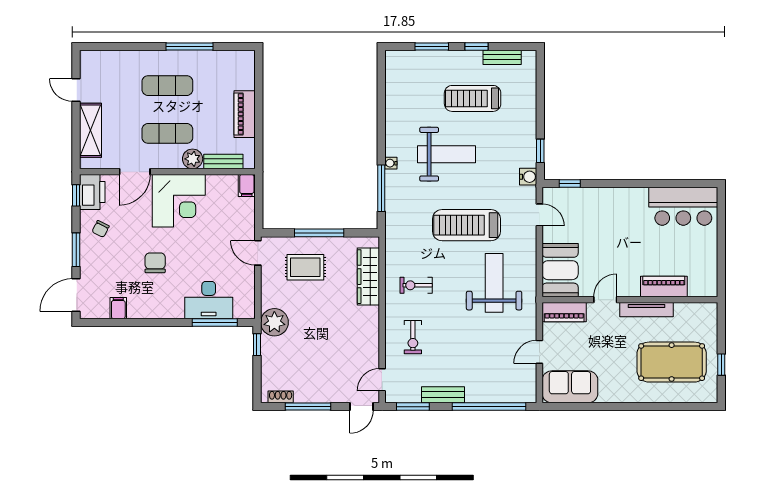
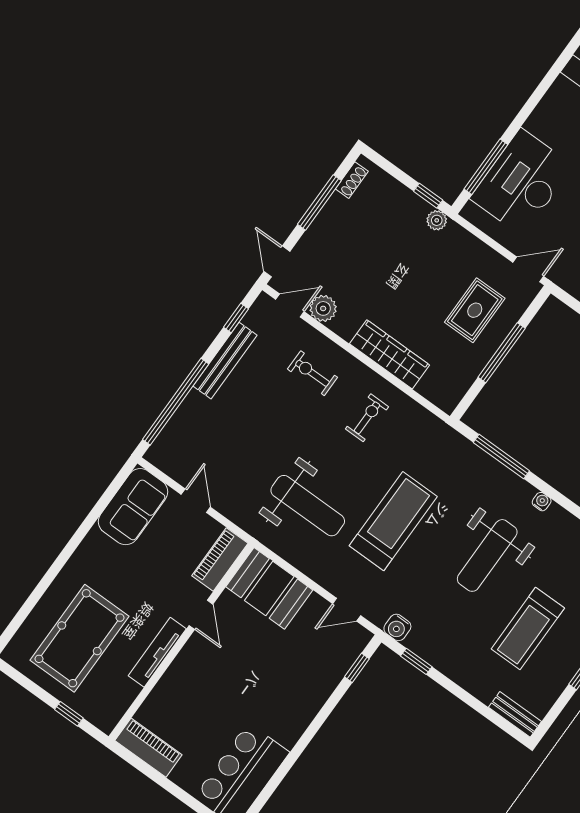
bench: (502, 57) -> (515, 714), moved, turned 90
treadmill: (473, 98) -> (528, 628), turned 180
water cooler: (391, 163) -> (542, 502), moved
wardrobe: (368, 277) -> (389, 354), moved
piano: (664, 287) -> (148, 748), moved, turned -90
desk: (209, 300) -> (522, 182), width x1.36, depth x1.30
plant: (274, 322) -> (437, 220), width x0.53, depth x0.53
plant: (370, 359) -> (323, 308), added
window: (721, 365) -> (69, 714), moved
door: (382, 380) -> (290, 306), hinge flipped
bench: (443, 395) -> (225, 361), width x1.36
window: (413, 407) -> (236, 318), width x0.67

